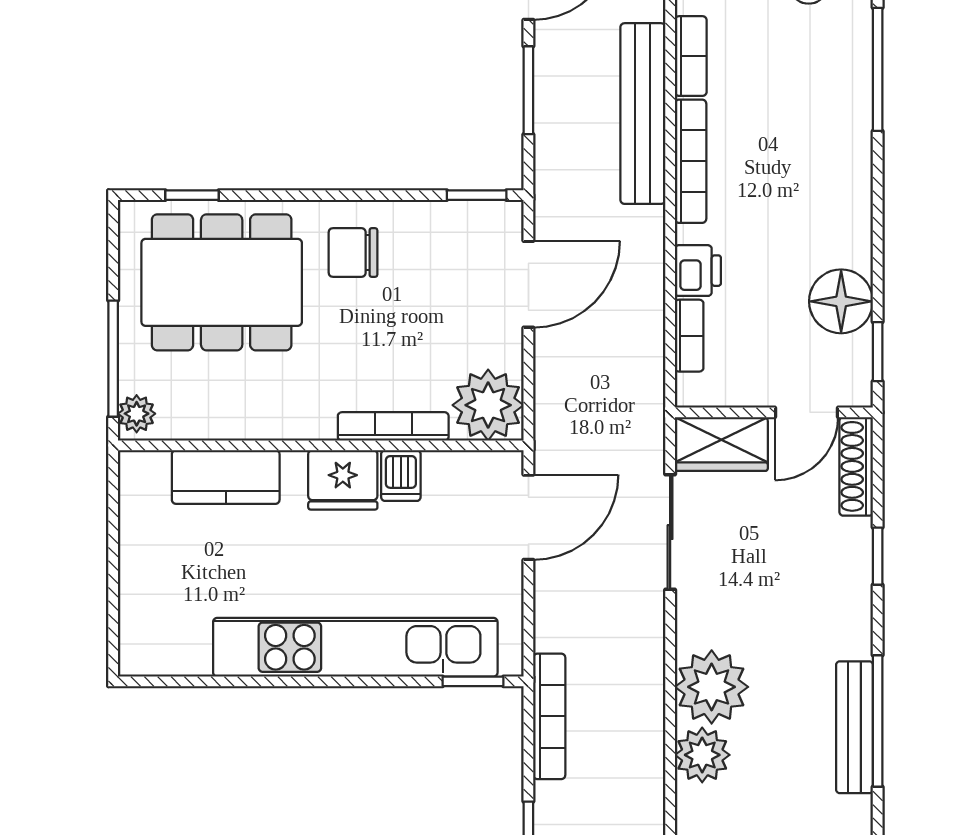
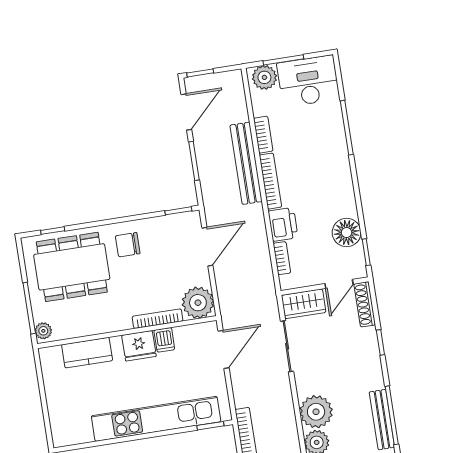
printer: (698, 271) -> (283, 224), width x1.36, depth x1.24

